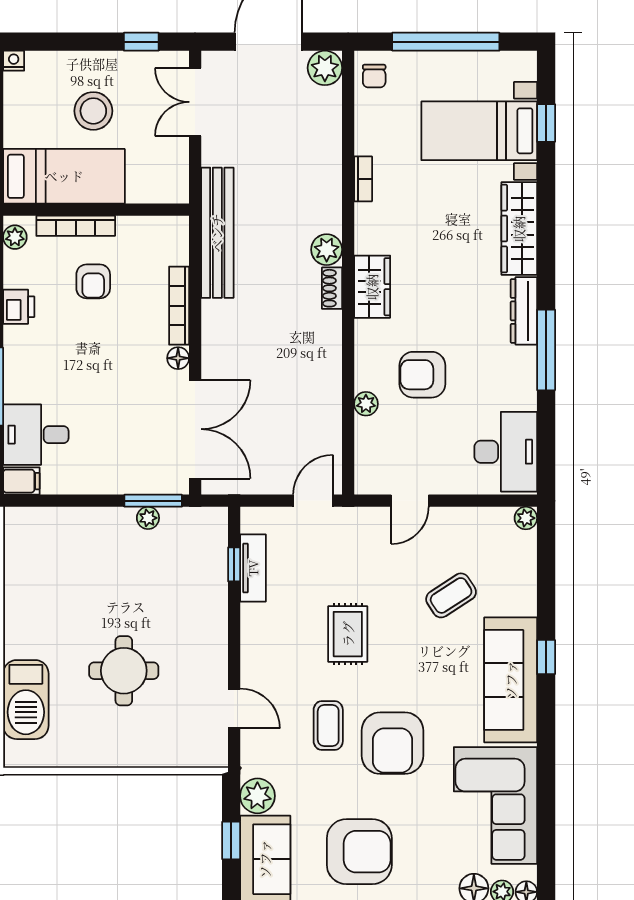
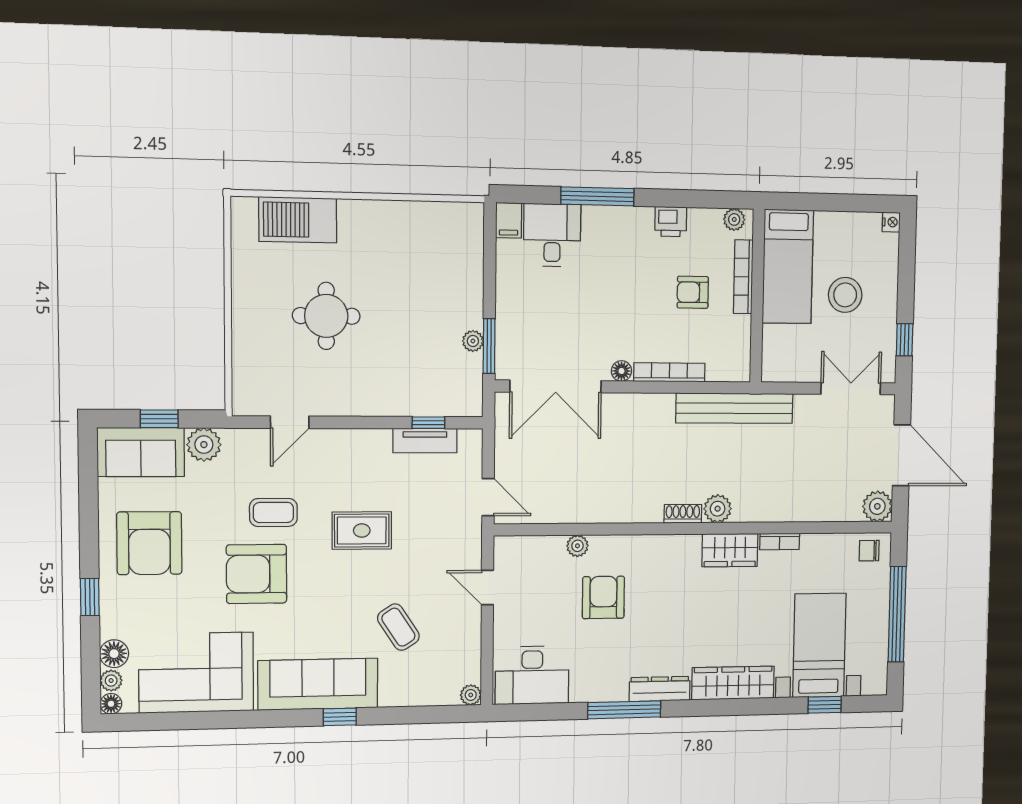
wardrobe: (372, 287) -> (730, 550), moved

